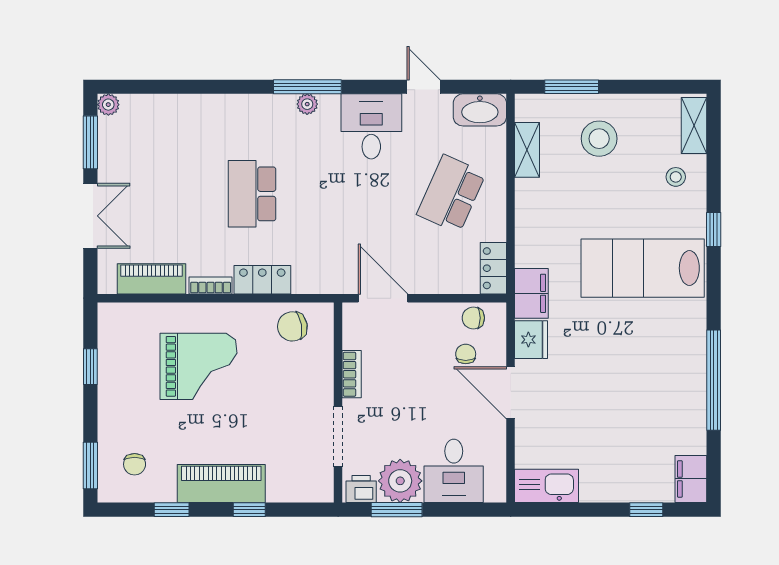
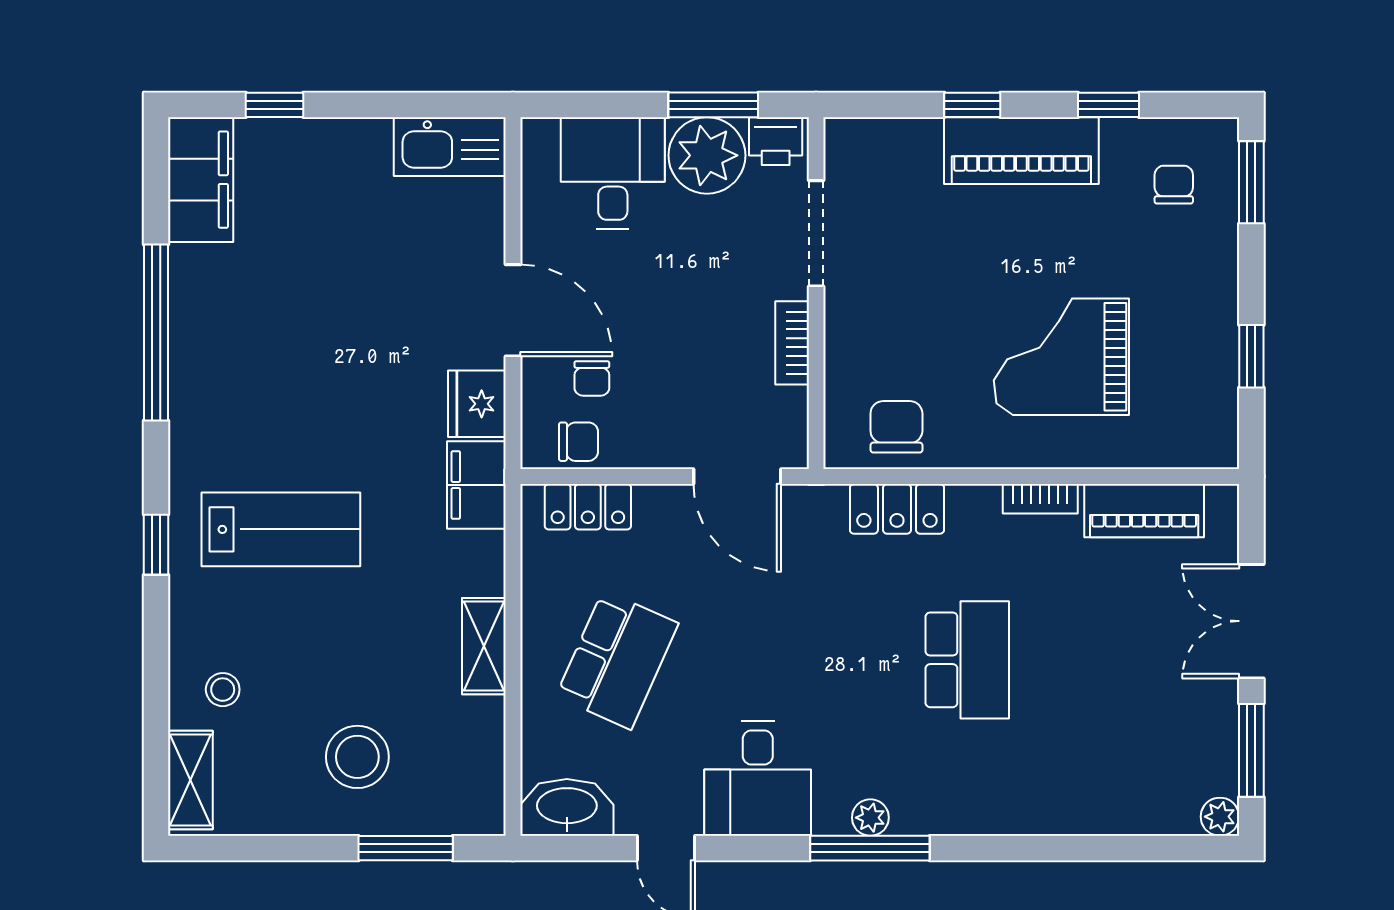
shelving: (527, 150) -> (484, 646), moved
window: (714, 230) -> (156, 545), moved
locker: (493, 268) -> (588, 507), moved, turned 90
lab bench: (643, 268) -> (281, 529), width x0.73, depth x0.72
locker: (262, 280) -> (897, 509), moved
chair: (292, 326) -> (896, 427), turned -80
filing cabinet: (691, 479) -> (201, 180), width x1.50, depth x1.17

